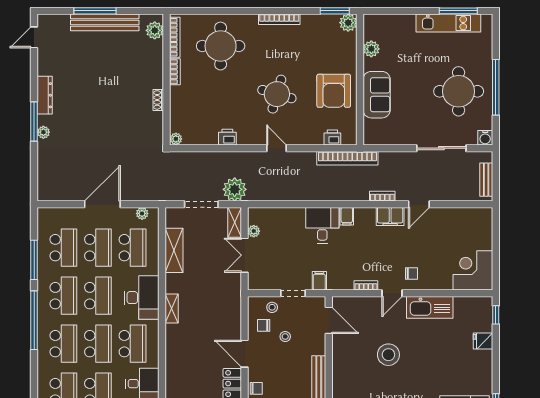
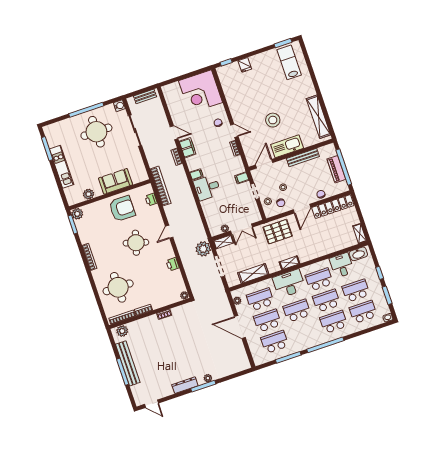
kitchen unit: (448, 23) -> (62, 167), moved
corner desk: (473, 270) -> (201, 92), width x1.36, depth x1.36
school desk: (63, 296) -> (304, 332), removed
pallet: (223, 307) -> (278, 232), added
kitchen sink: (430, 307) -> (287, 146), moved, turned -90

